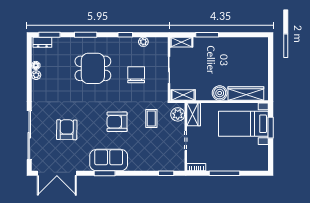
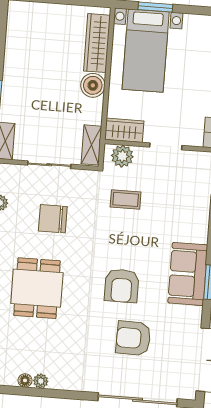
armchair: (117, 122) -> (122, 286), moved

